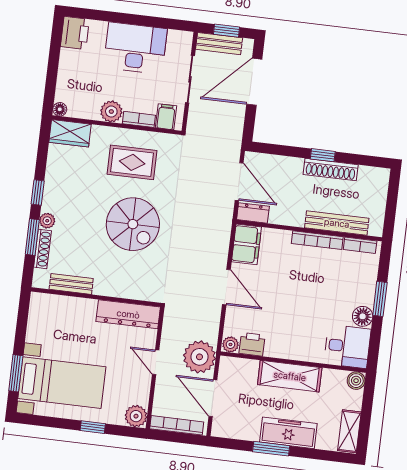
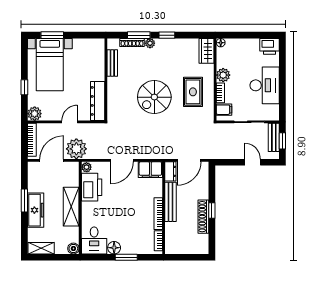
door: (254, 82) -> (253, 162), width x0.53
bench: (337, 223) -> (170, 202), moved
printer: (252, 344) -> (92, 187), width x1.87, depth x1.48

